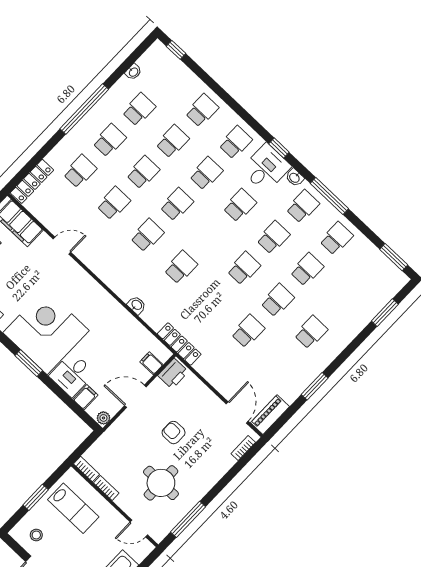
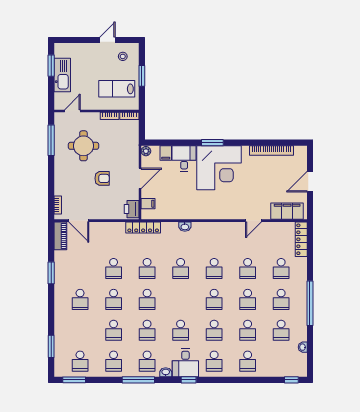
school desk: (370, 270) -> (80, 361), added
school desk: (214, 299) -> (147, 268), added

